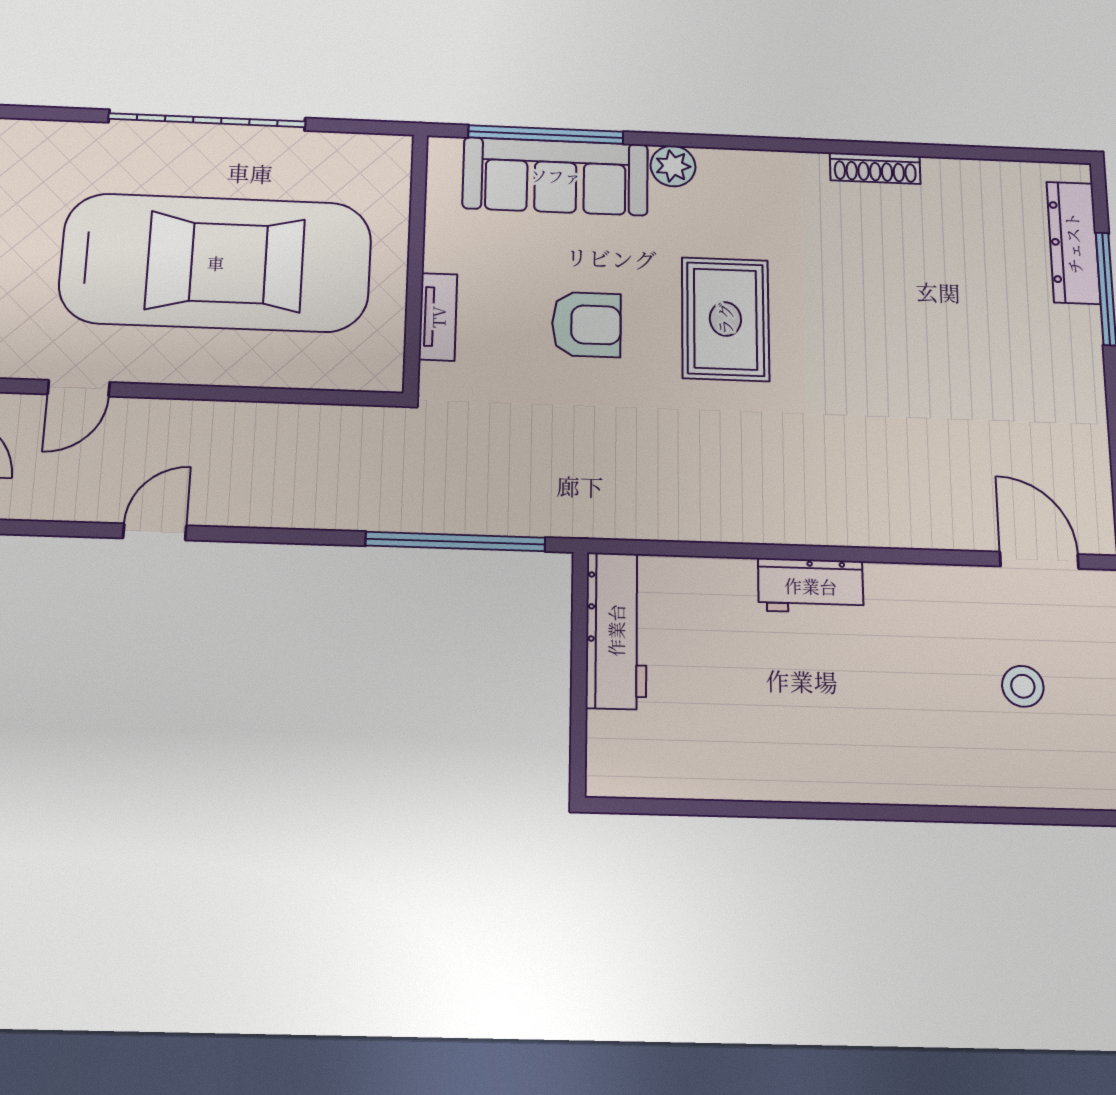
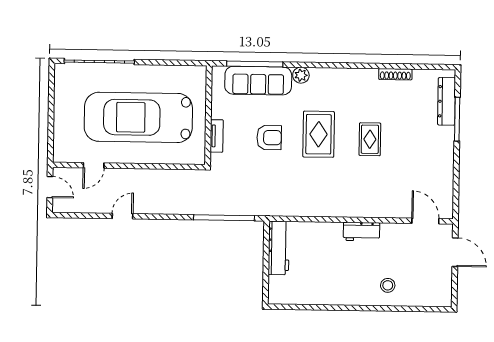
garage door: (207, 120) -> (99, 62), moved
shoe rack: (875, 168) -> (395, 74), moved
car: (216, 263) -> (138, 117), turned 180
rug: (869, 335) -> (370, 139), added
workbench: (811, 586) -> (361, 232), moved
stool: (1023, 686) -> (388, 285), moved

